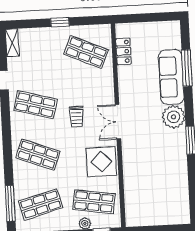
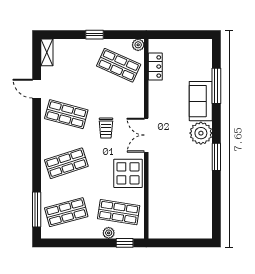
plant: (105, 30) -> (138, 45), added
sofa: (171, 77) -> (201, 101), width x0.73
shop shelf: (38, 155) -> (66, 163), turned -39

